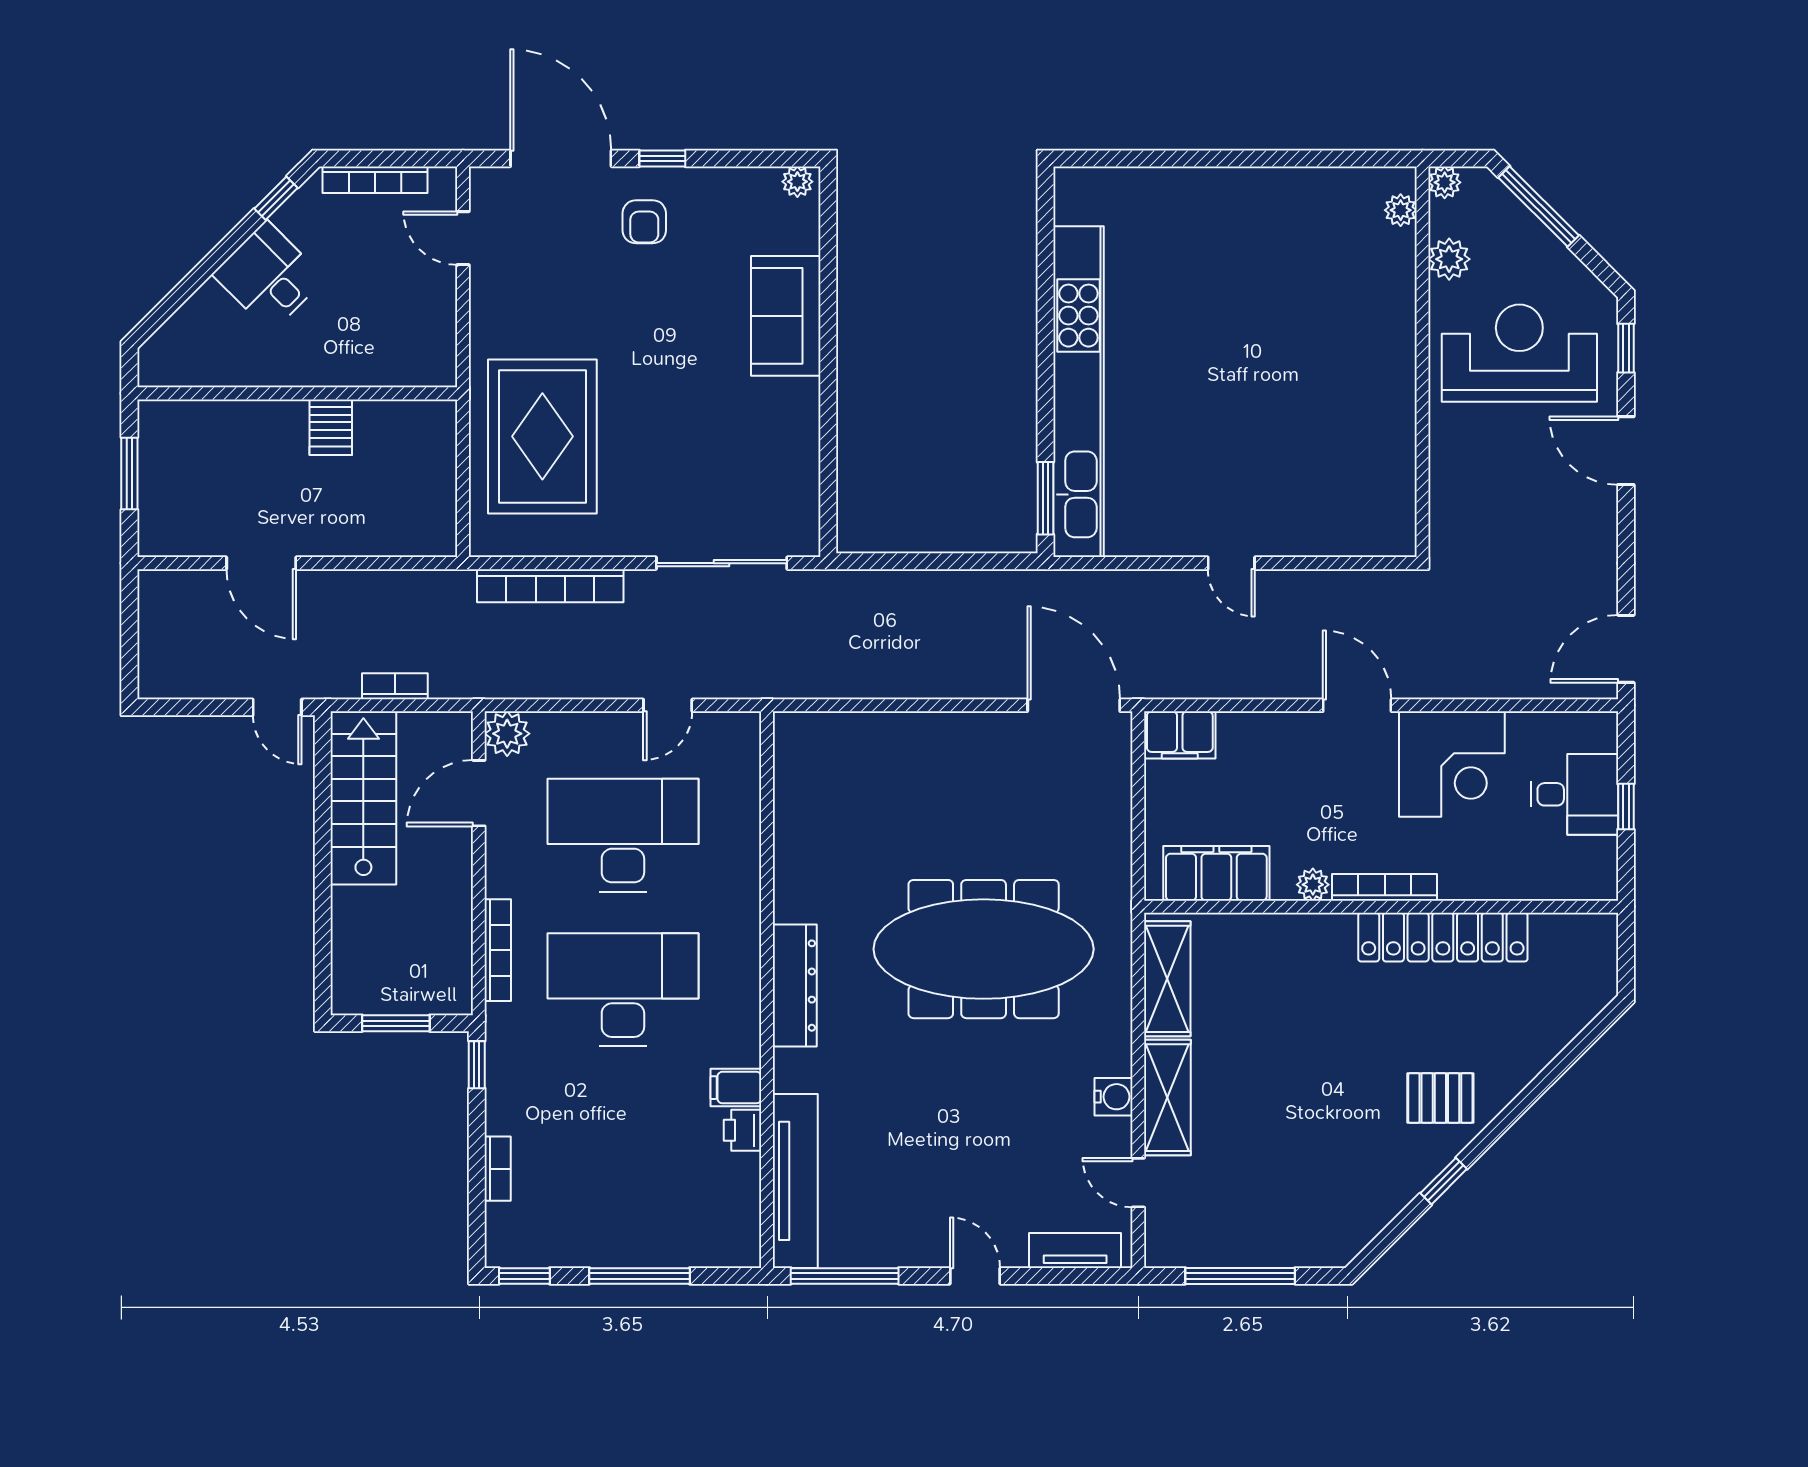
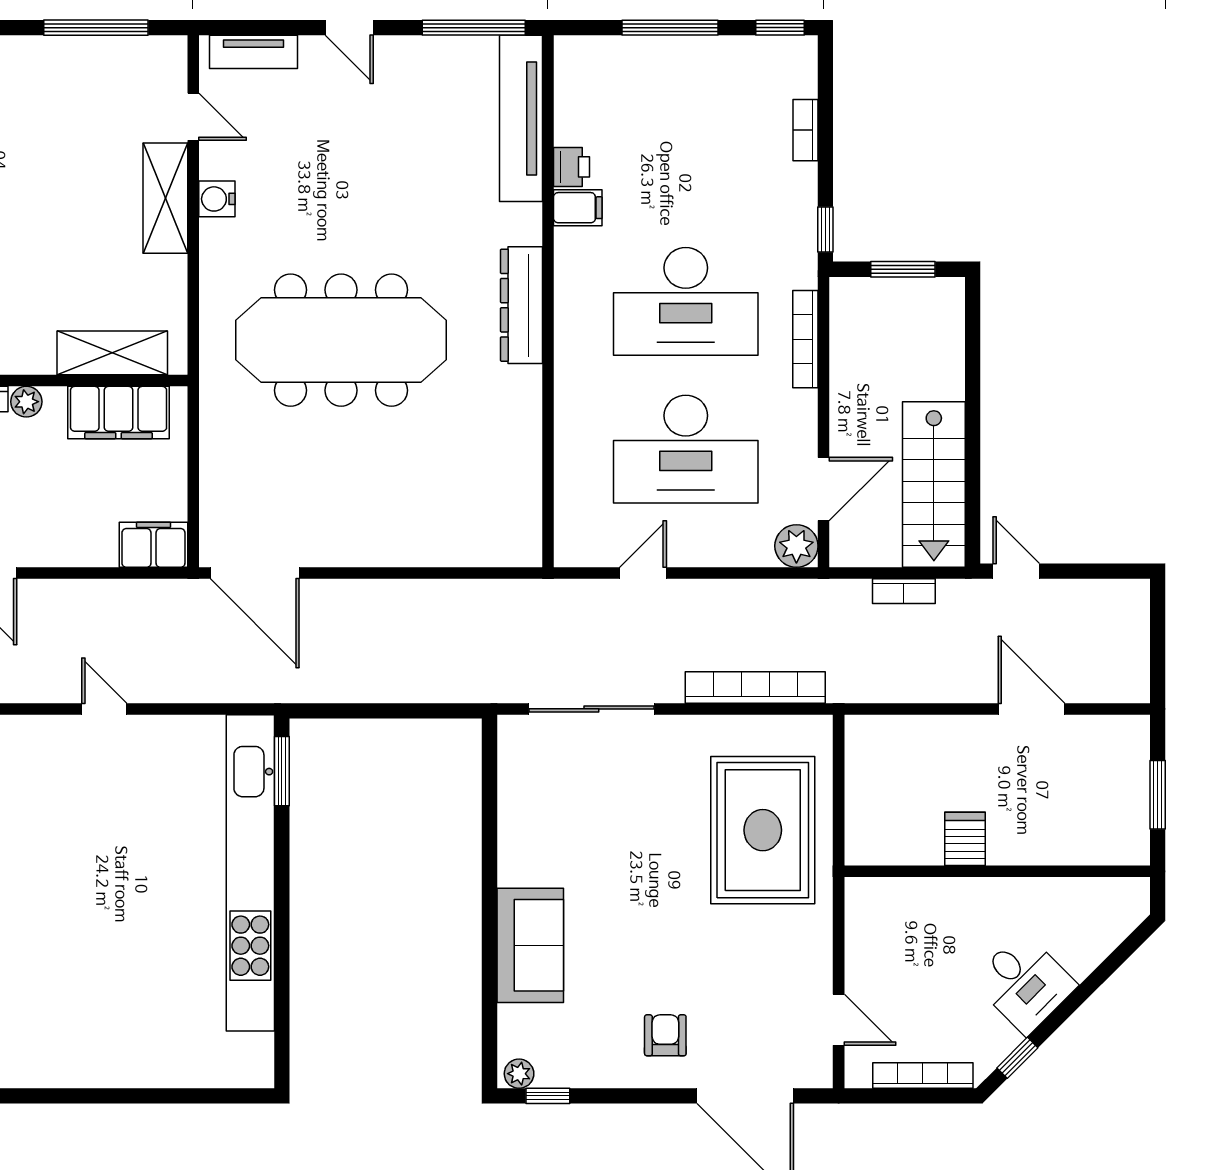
window: (662, 158) -> (548, 1096), moved
shelving: (1167, 979) -> (112, 353), moved, turned 90

